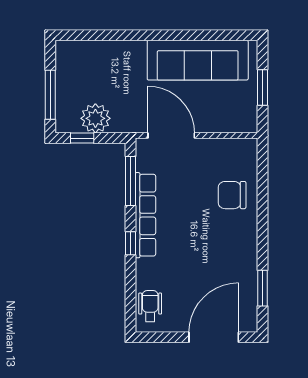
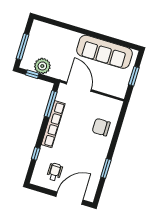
window: (130, 243) -> (36, 154), moved
window: (263, 288) -> (106, 168), moved
wheelchair: (150, 306) -> (55, 172), moved

